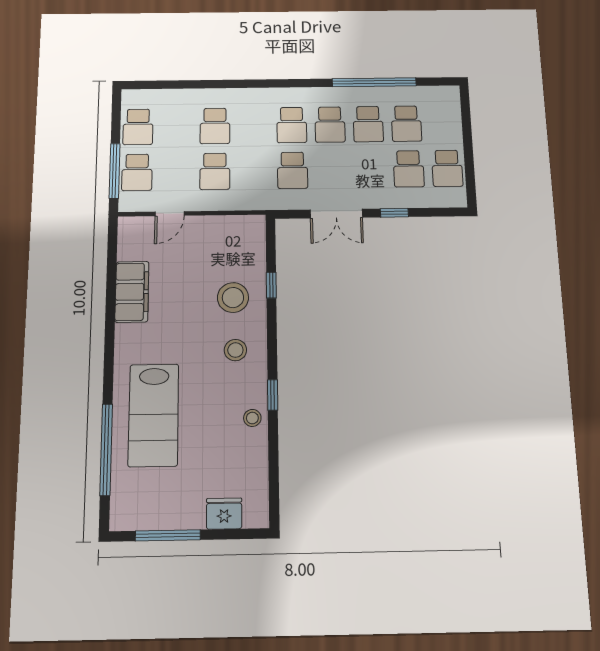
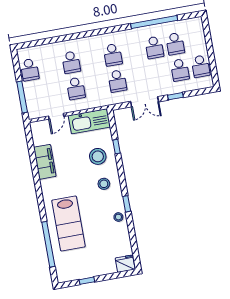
school desk: (330, 125) -> (134, 51), removed
school desk: (137, 172) -> (34, 96), removed
kitchen sink: (229, 232) -> (89, 121), added
fridge: (224, 514) -> (125, 264), moved
window: (168, 535) -> (87, 281), width x0.46

